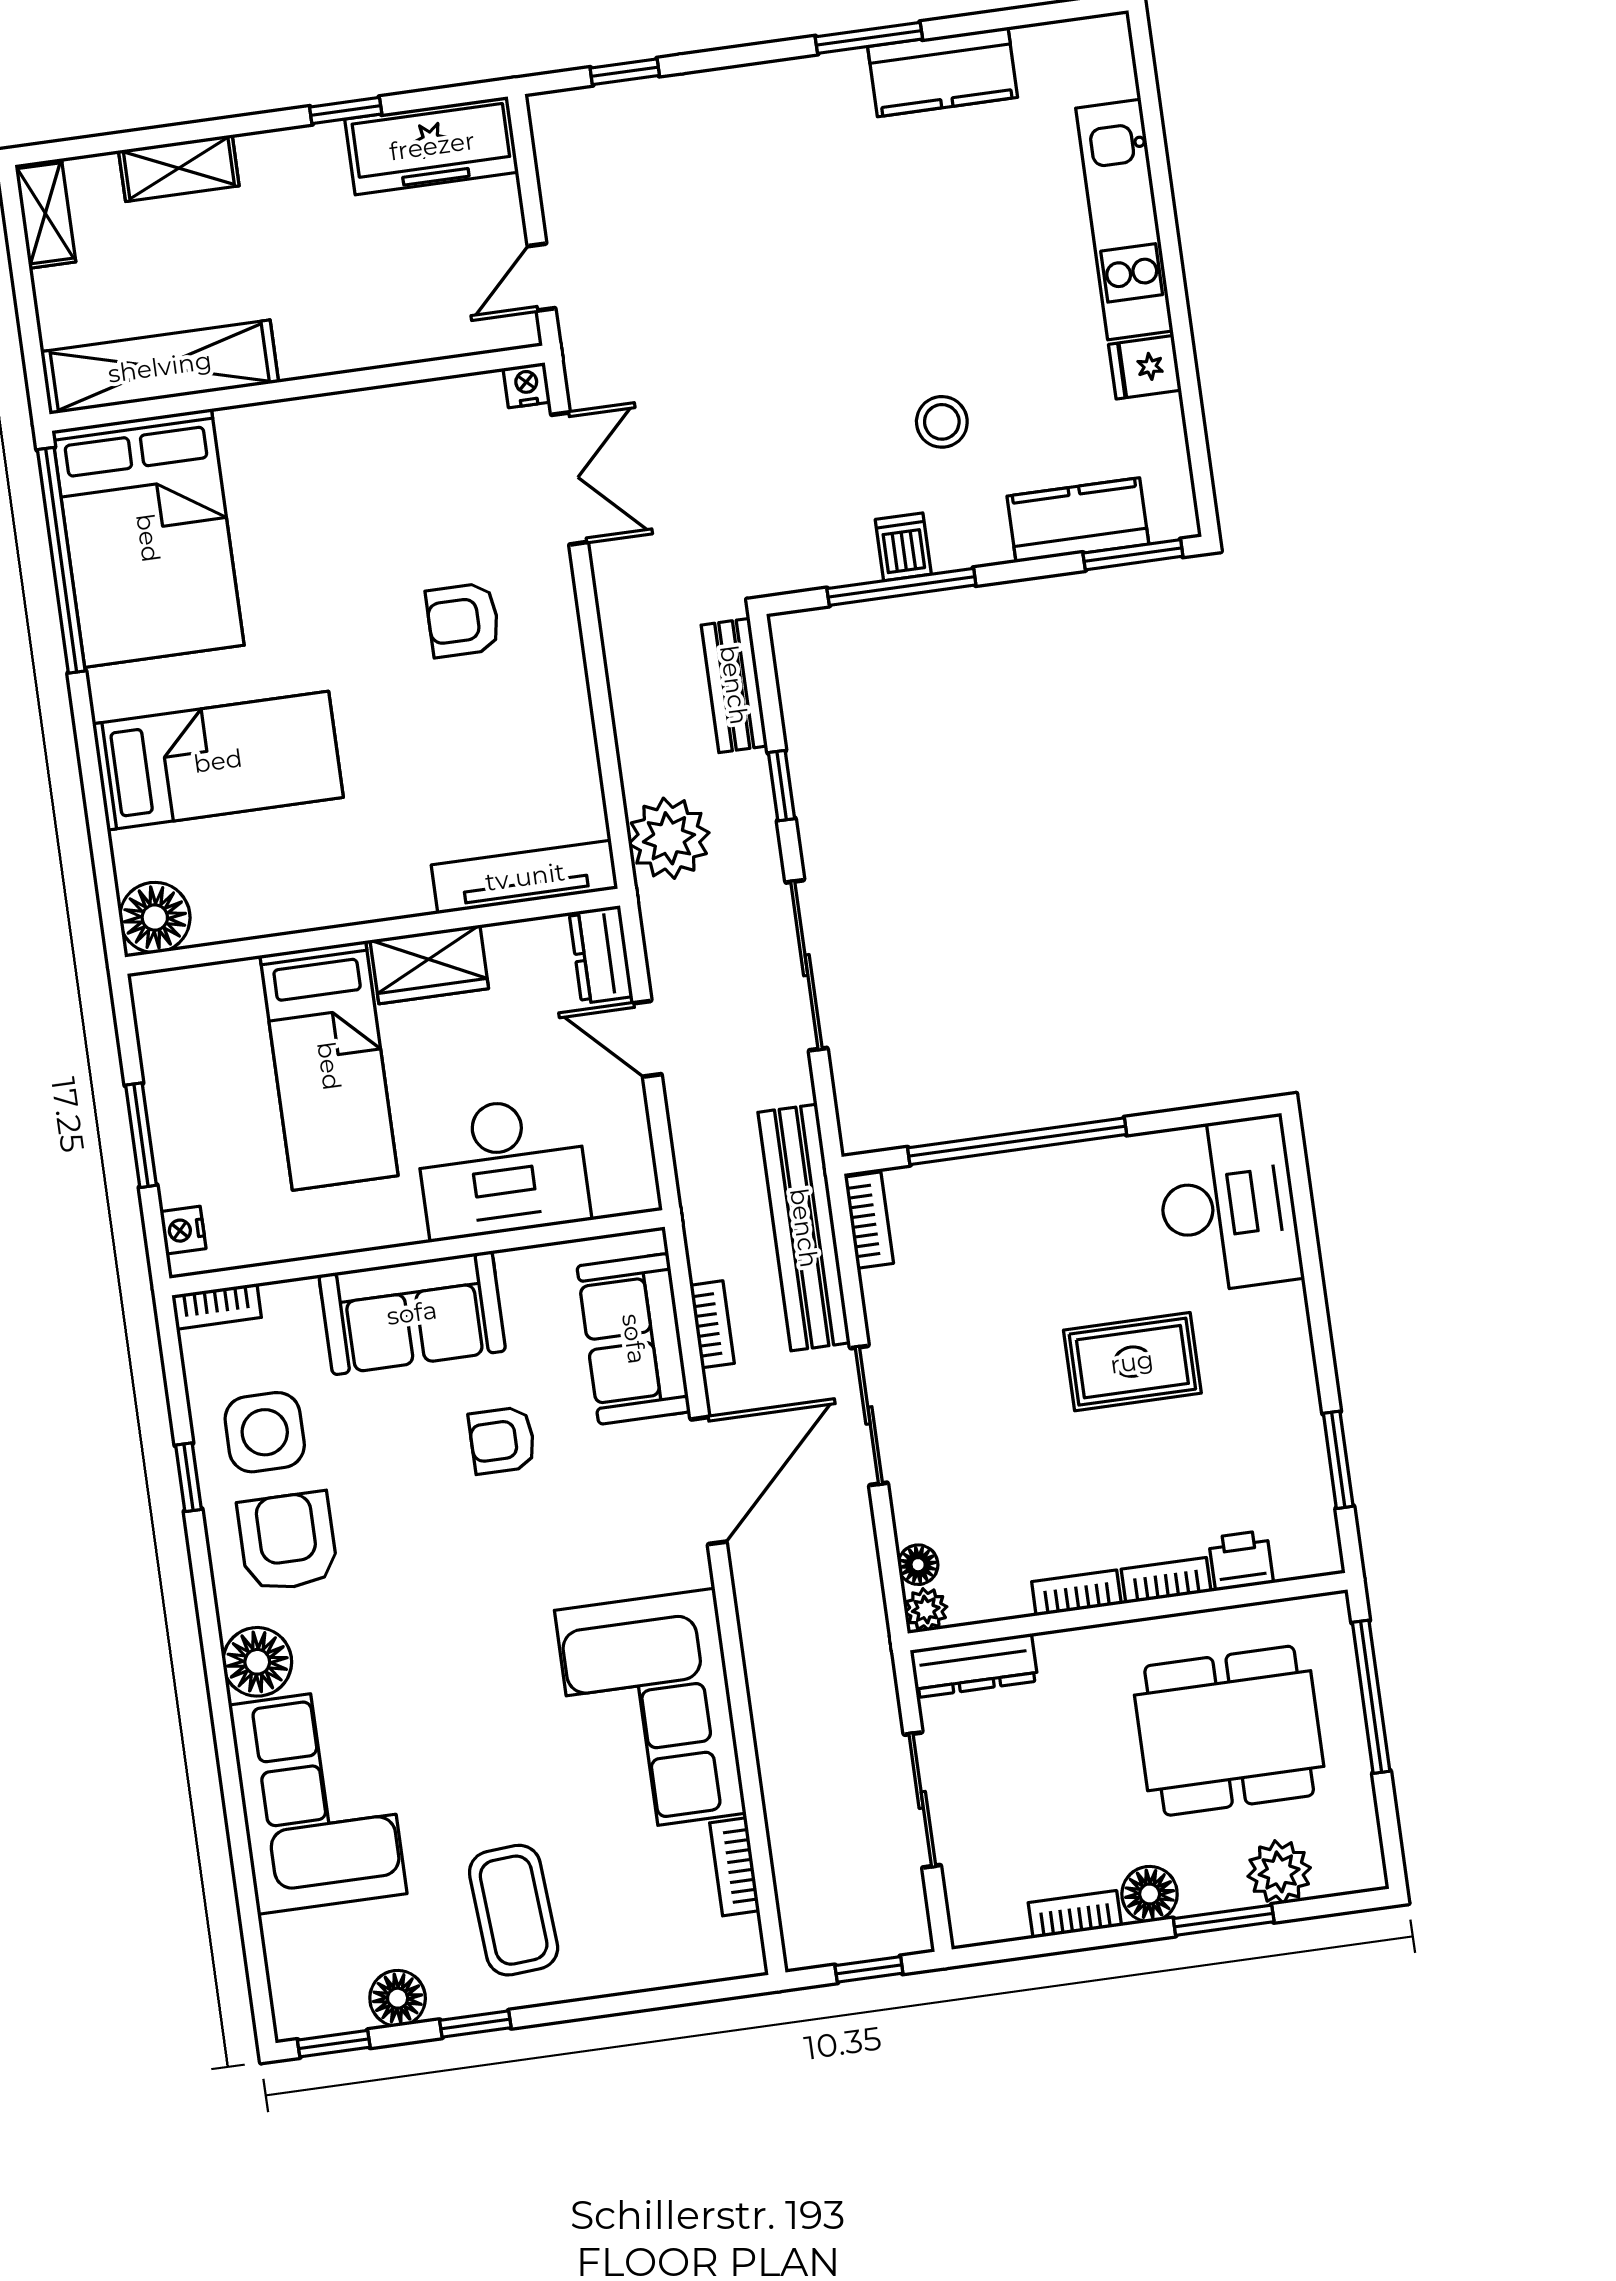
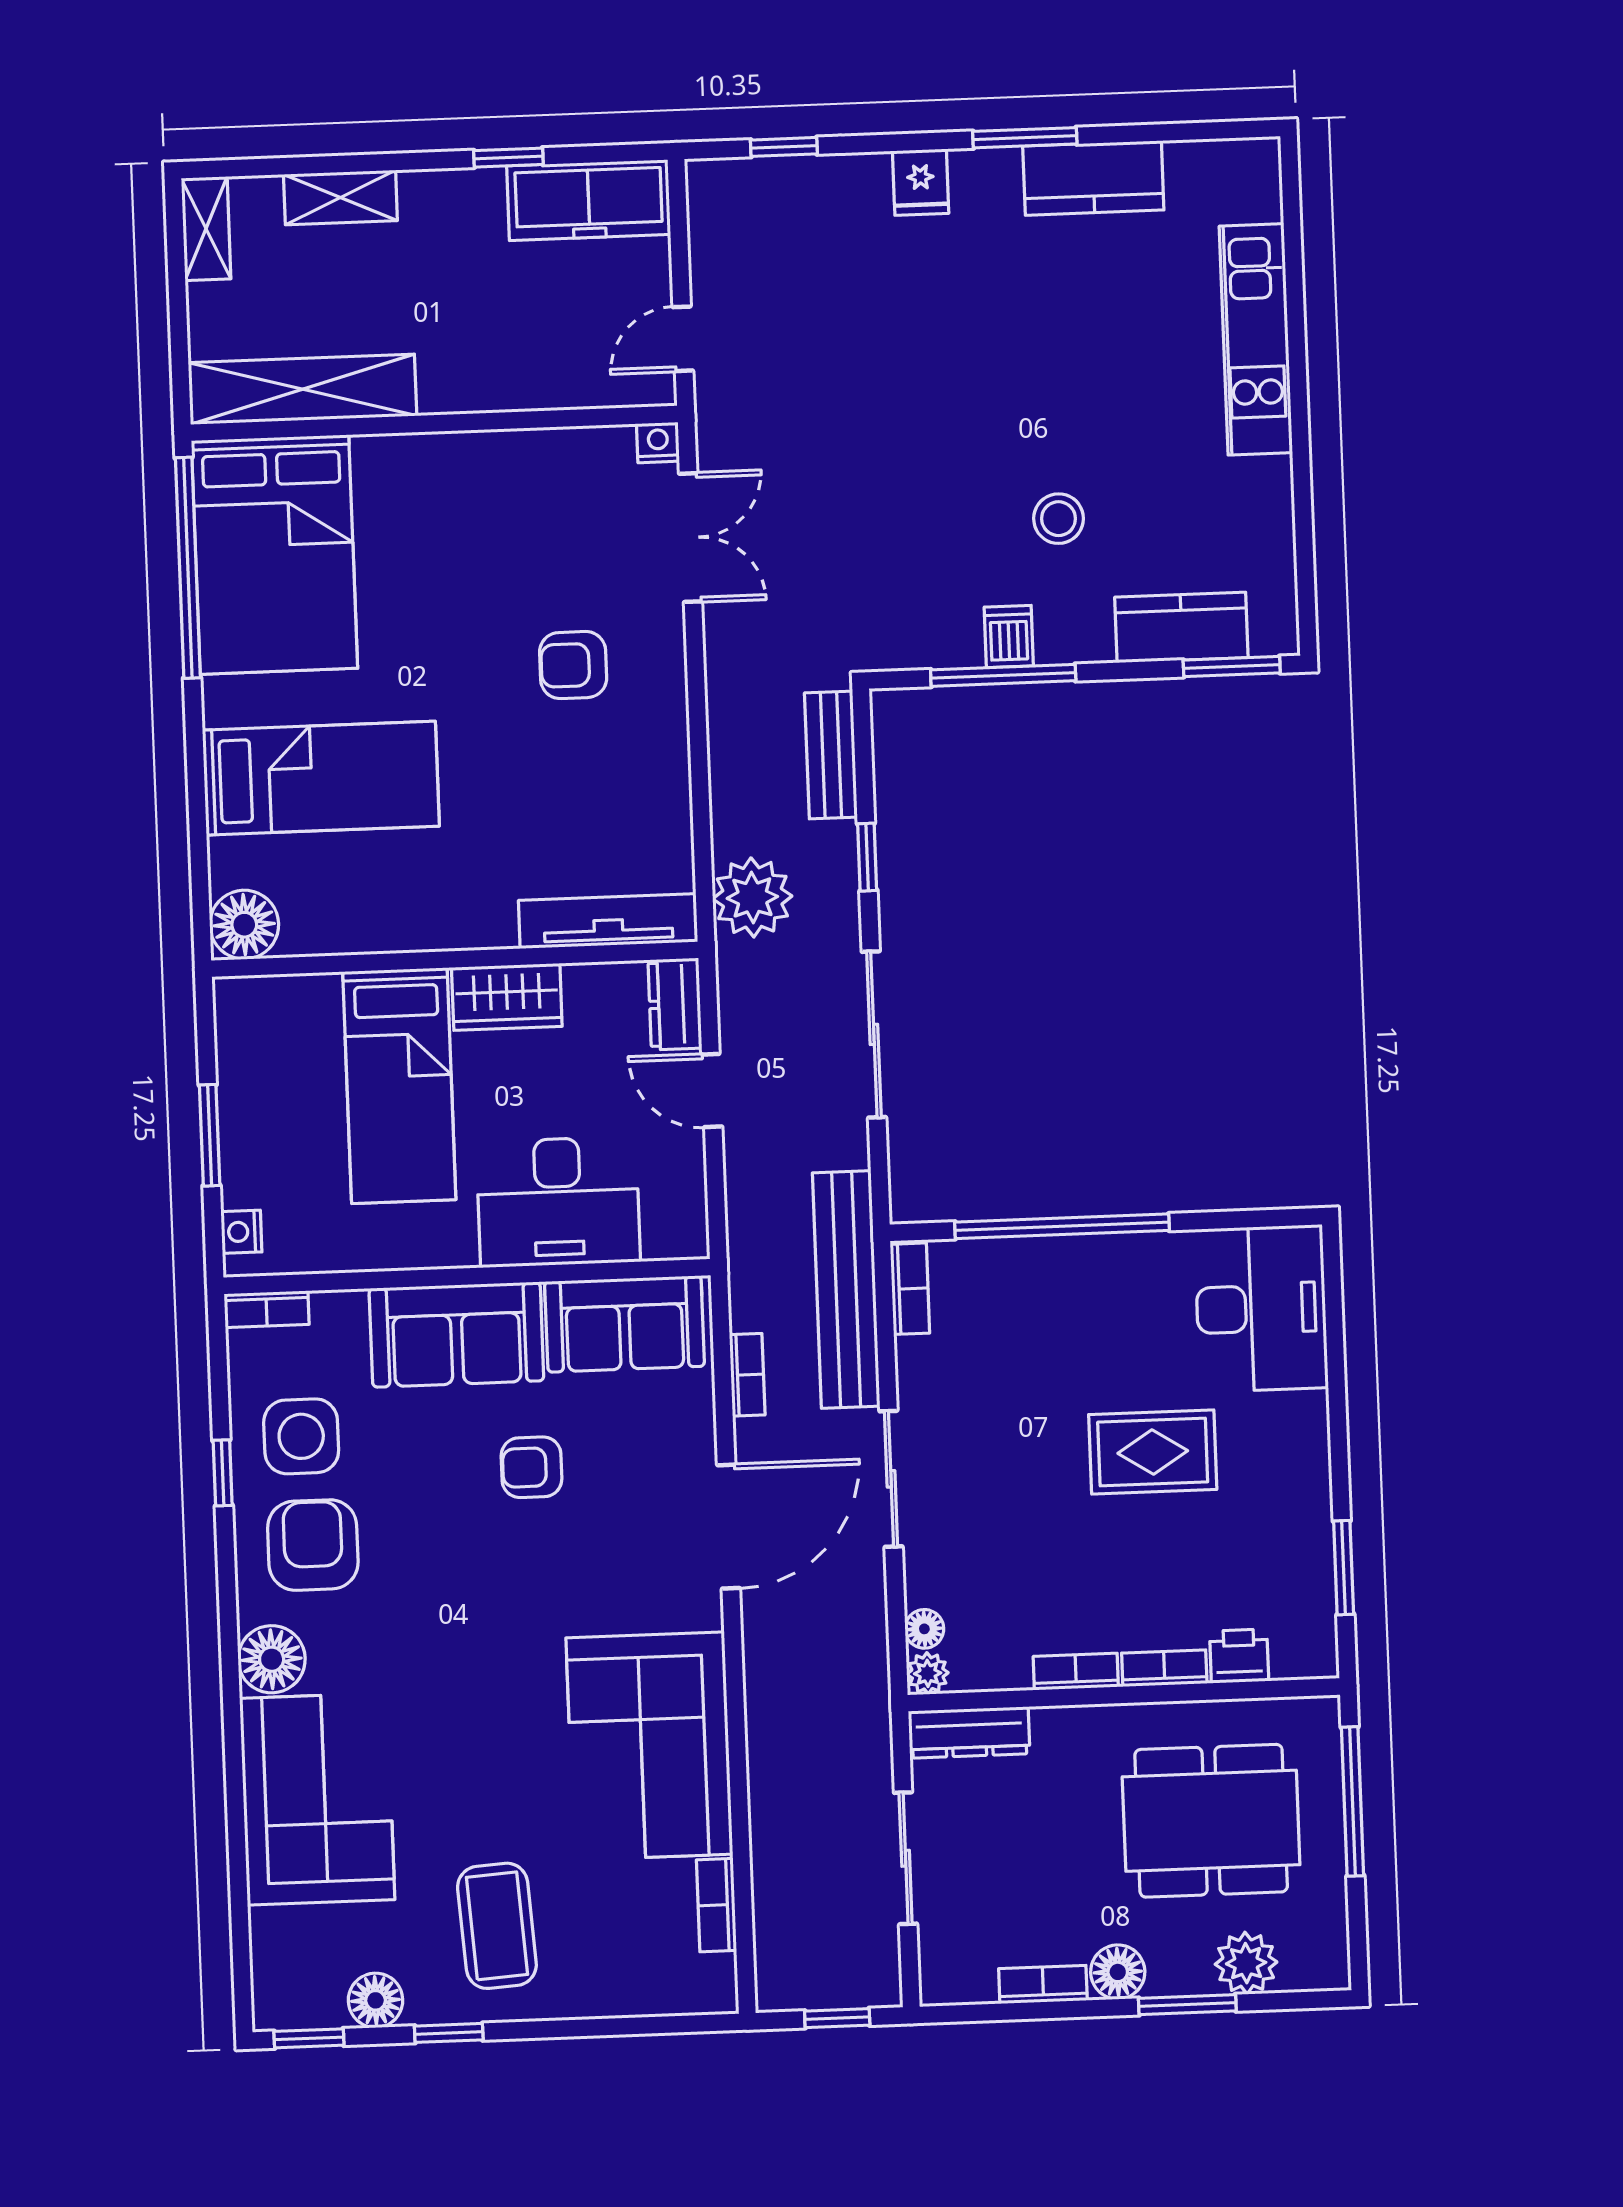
fridge: (1145, 367) -> (921, 182), moved, turned -90
sofa: (634, 1339) -> (624, 1324), moved, turned -90

